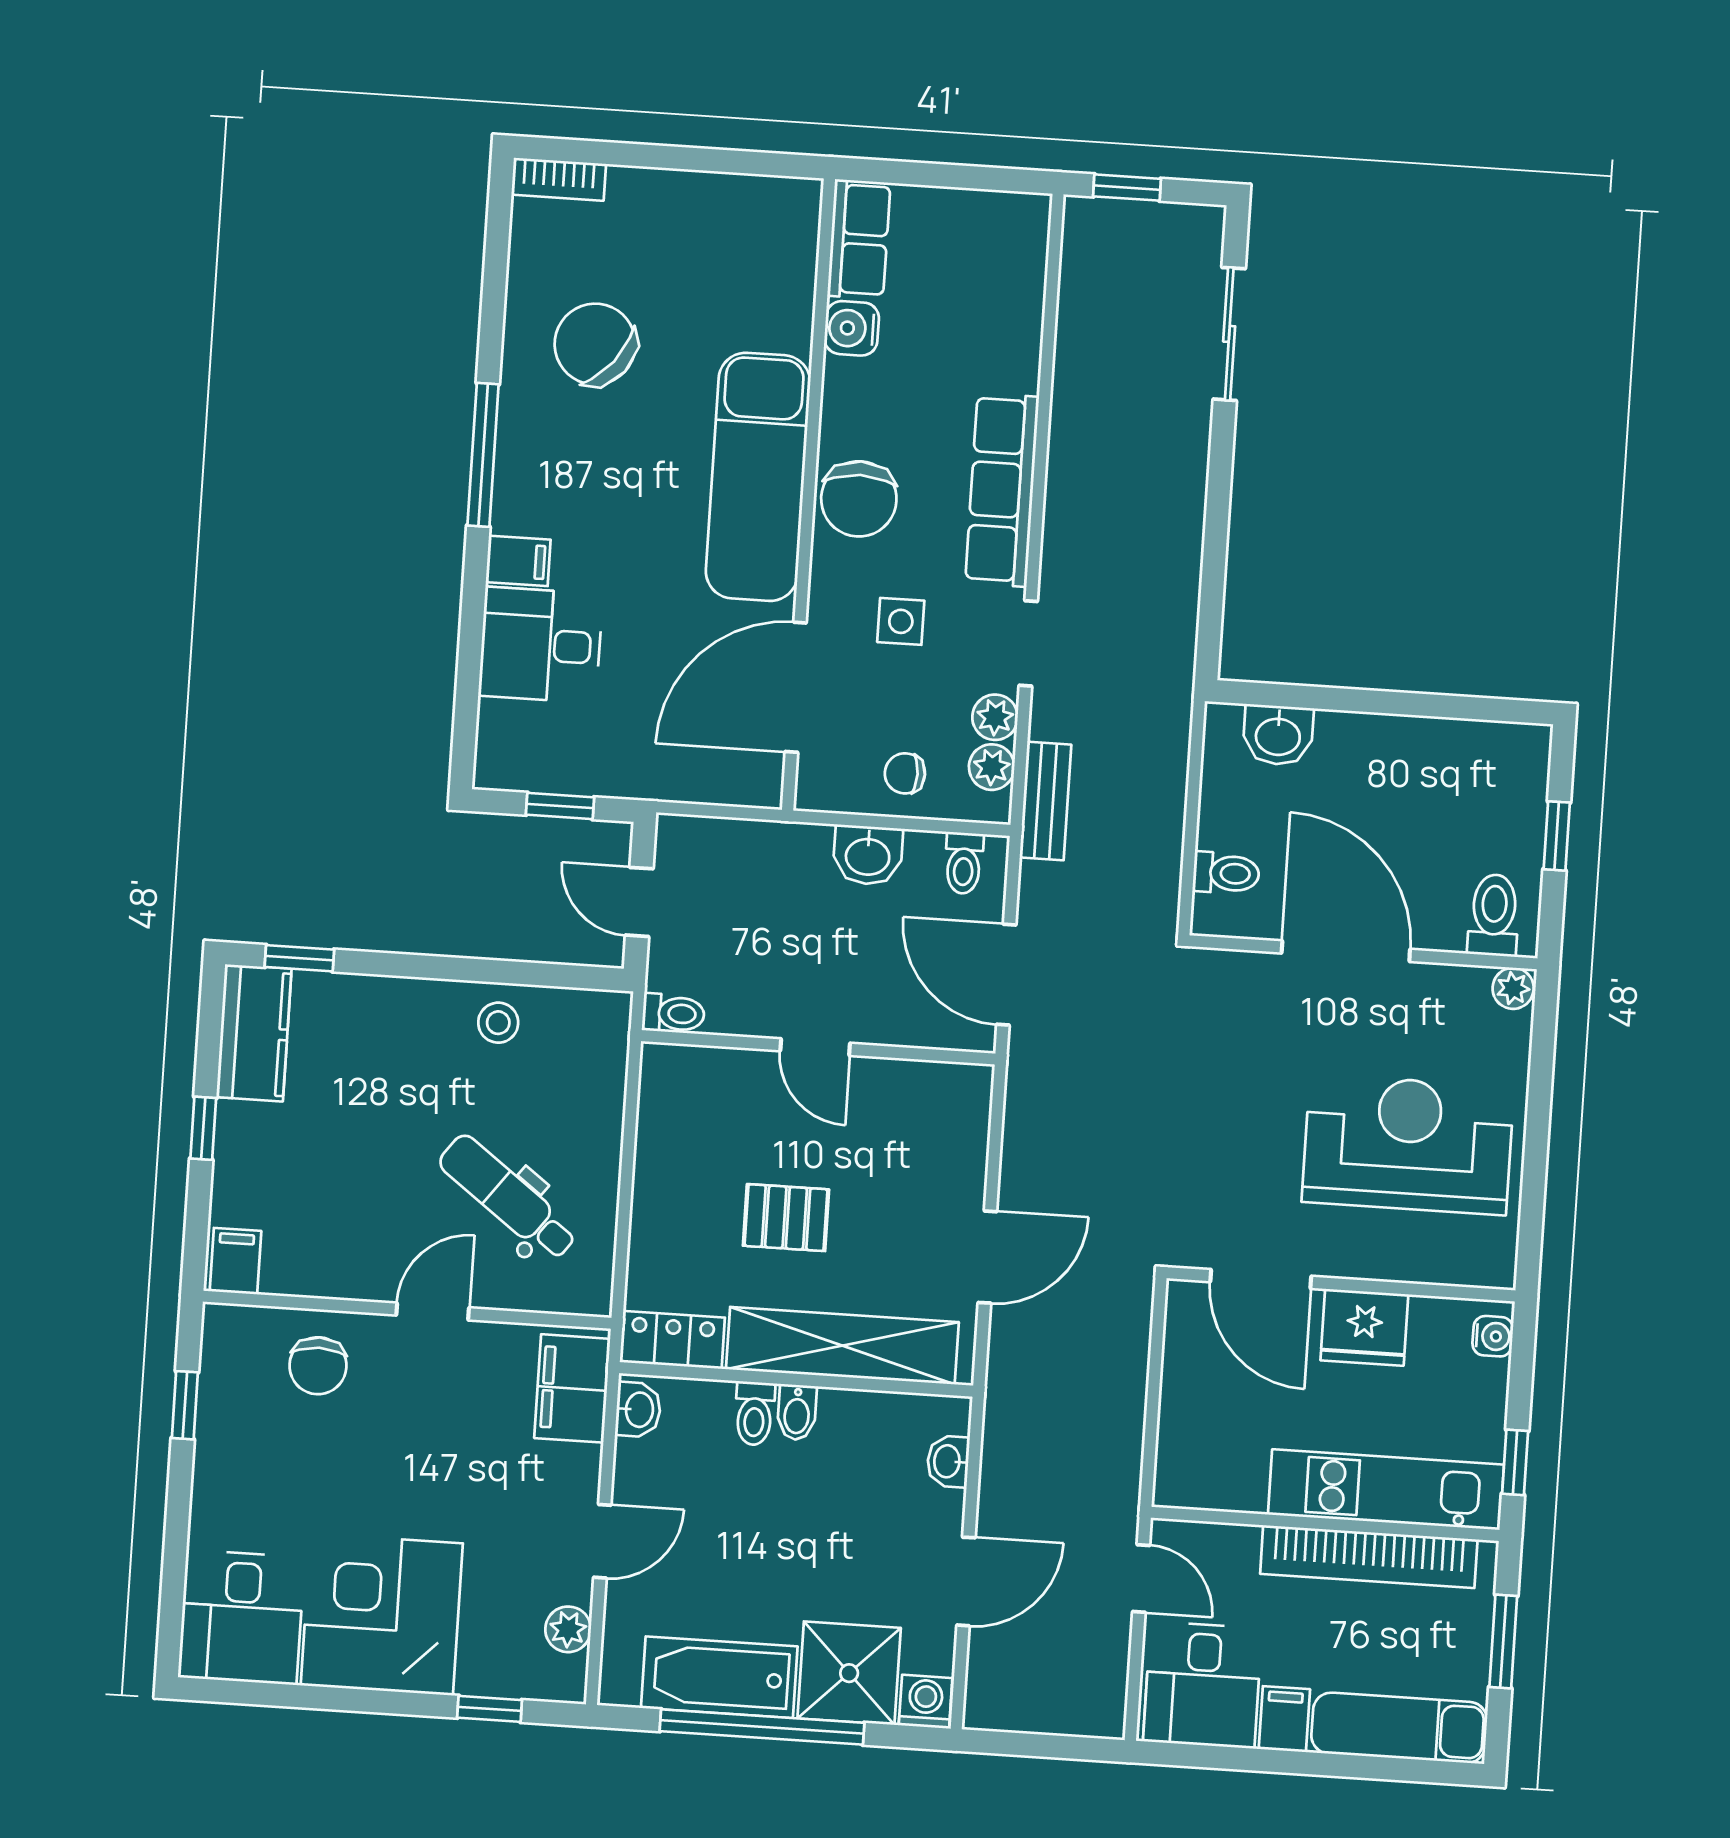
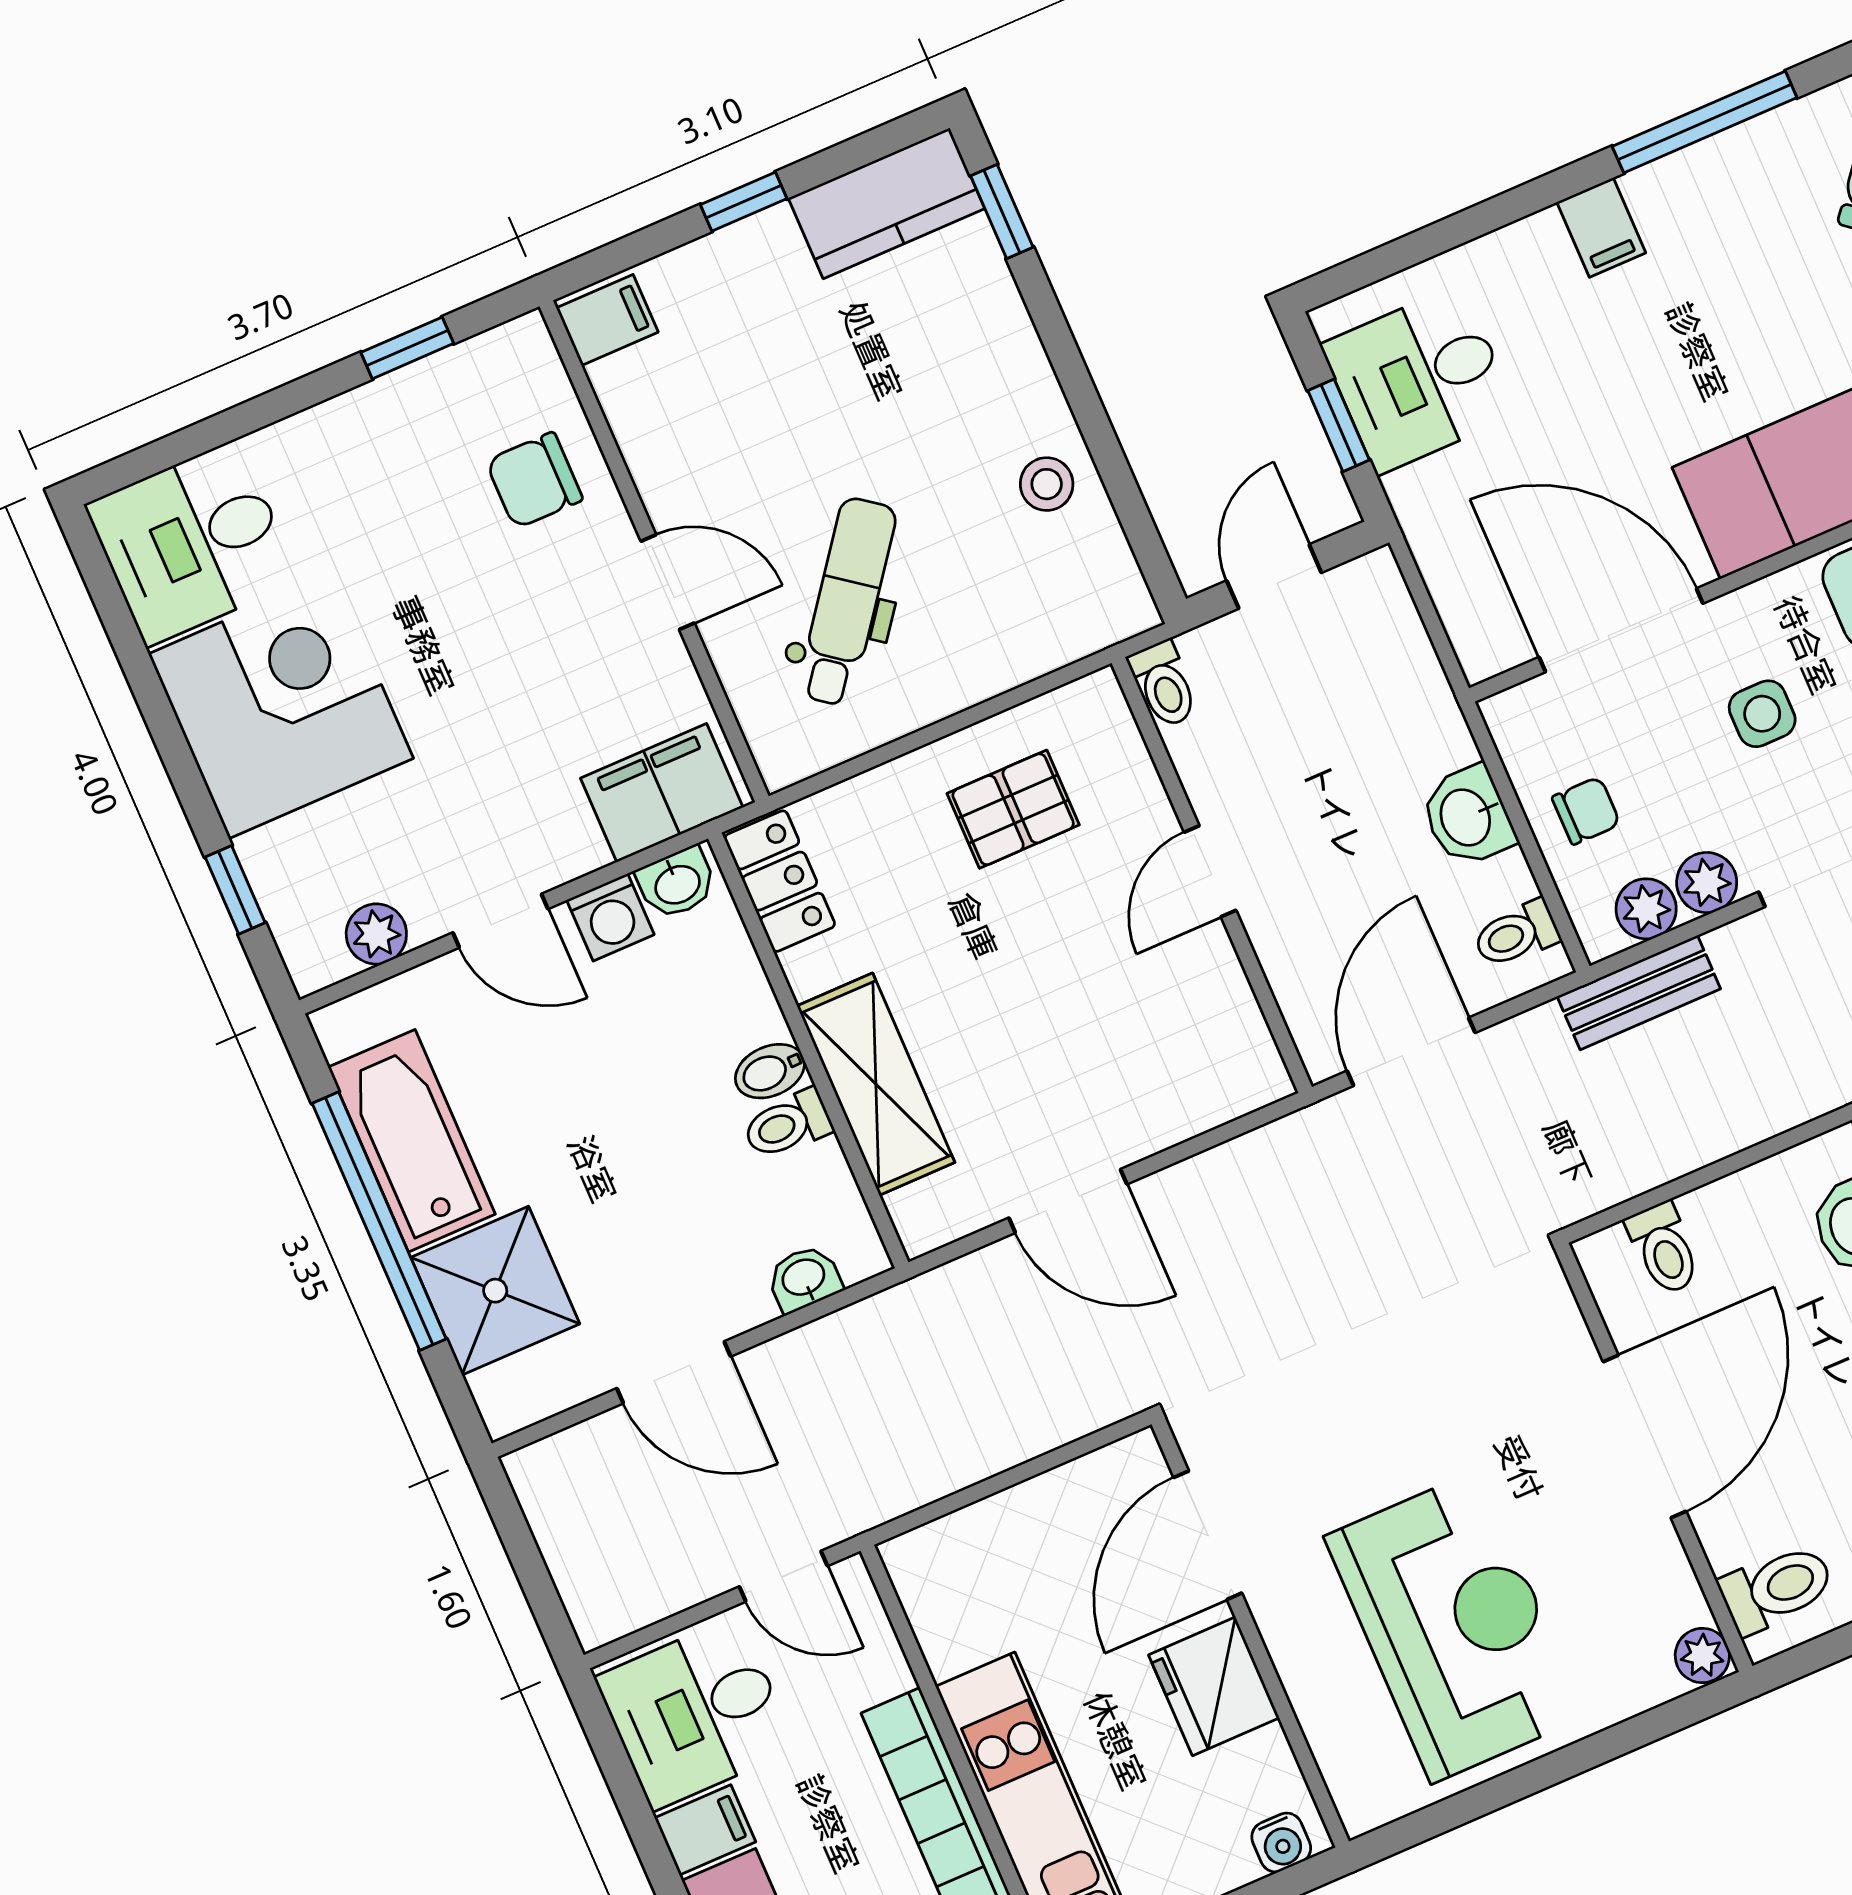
desk: (541, 645) -> (1419, 379), moved, turned -90
chair: (905, 773) -> (1586, 811), turned 90
pallet: (786, 1218) -> (1013, 809), moved, turned 90
shelving: (842, 1346) -> (876, 1084), width x0.68
toilet: (754, 1413) -> (787, 1124), moved
door: (1141, 1578) -> (783, 1576), hinge flipped
washing machine: (926, 1702) -> (610, 917), moved, turned 90

